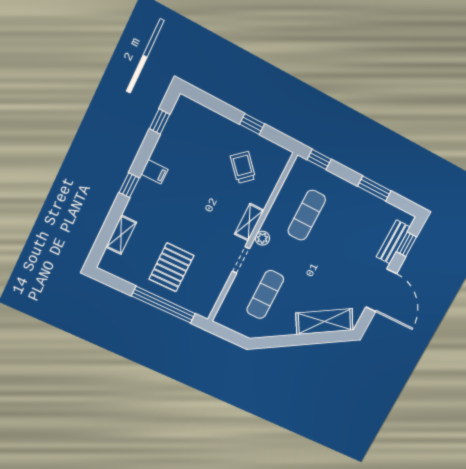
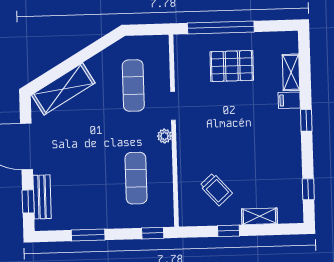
filing cabinet: (155, 172) -> (289, 100), moved
shelving: (249, 222) -> (259, 216), moved, turned 90
pallet: (171, 267) -> (232, 66), turned 90

